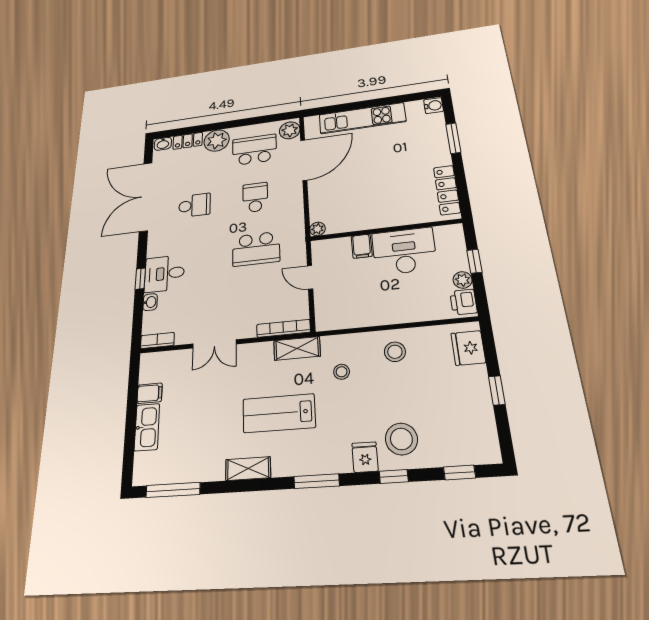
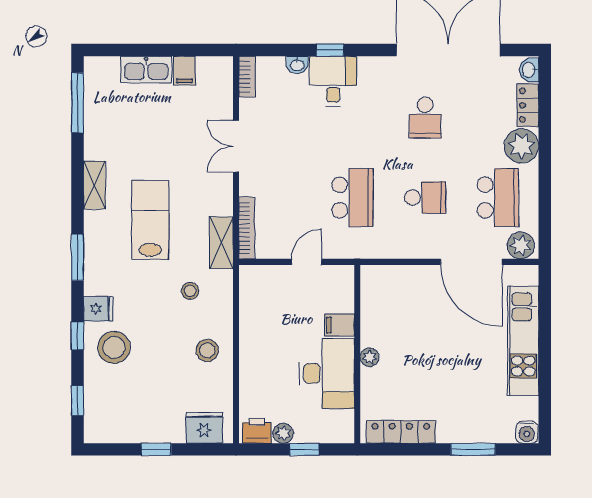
plant: (318, 229) -> (370, 357), moved
school desk: (256, 249) -> (352, 197), turned 180

